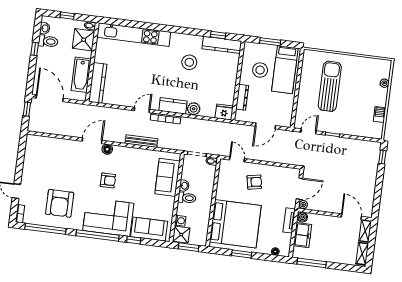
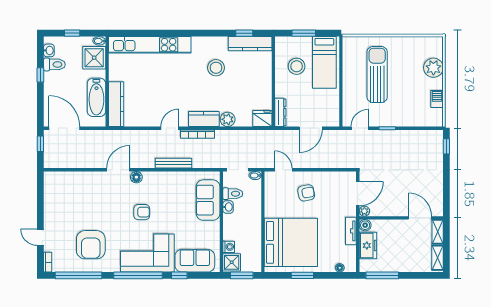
plant: (384, 83) -> (433, 68), width x1.87, depth x1.87
dresser: (242, 97) -> (280, 112), moved
toilet: (187, 198) -> (233, 194), moved

